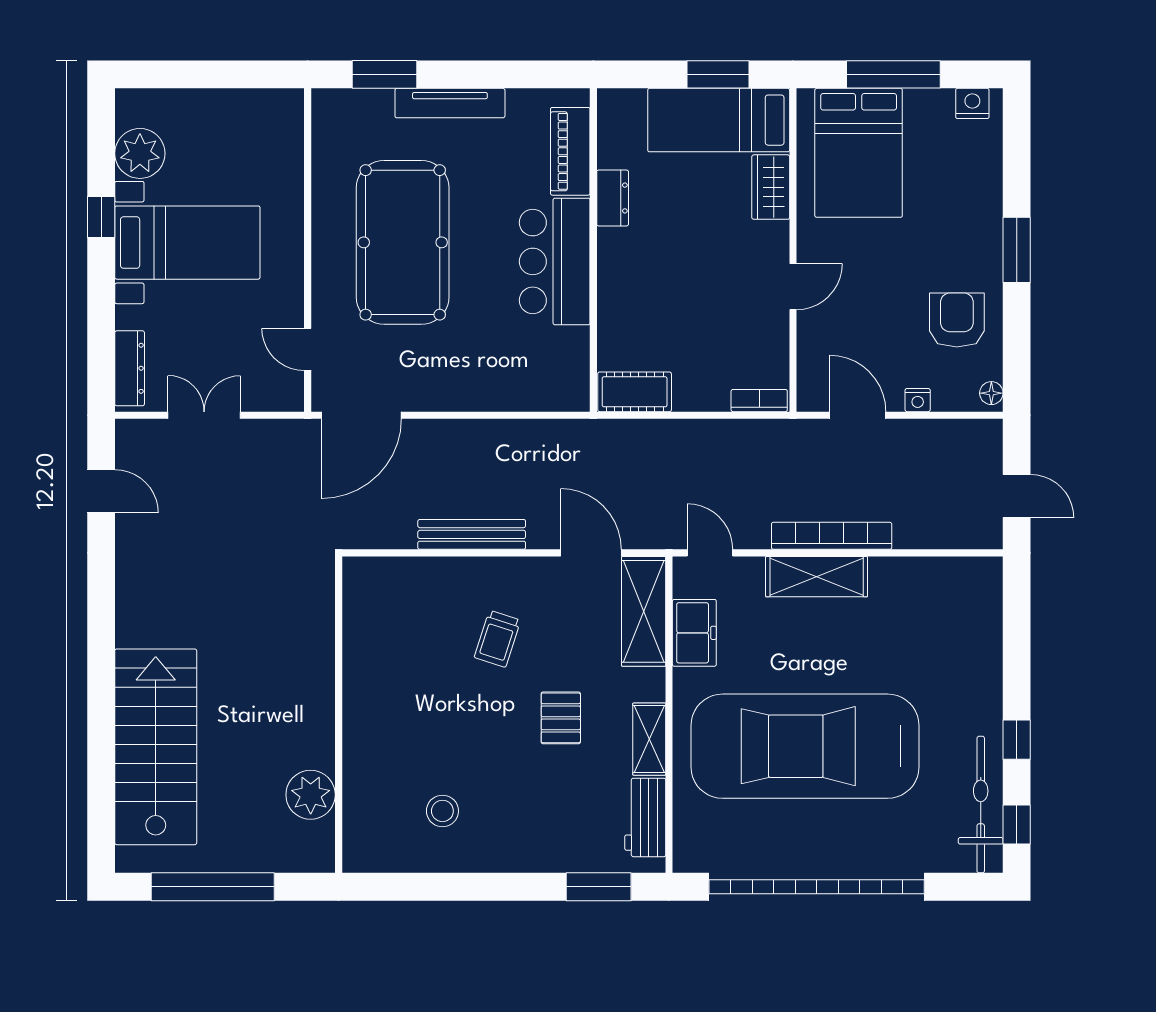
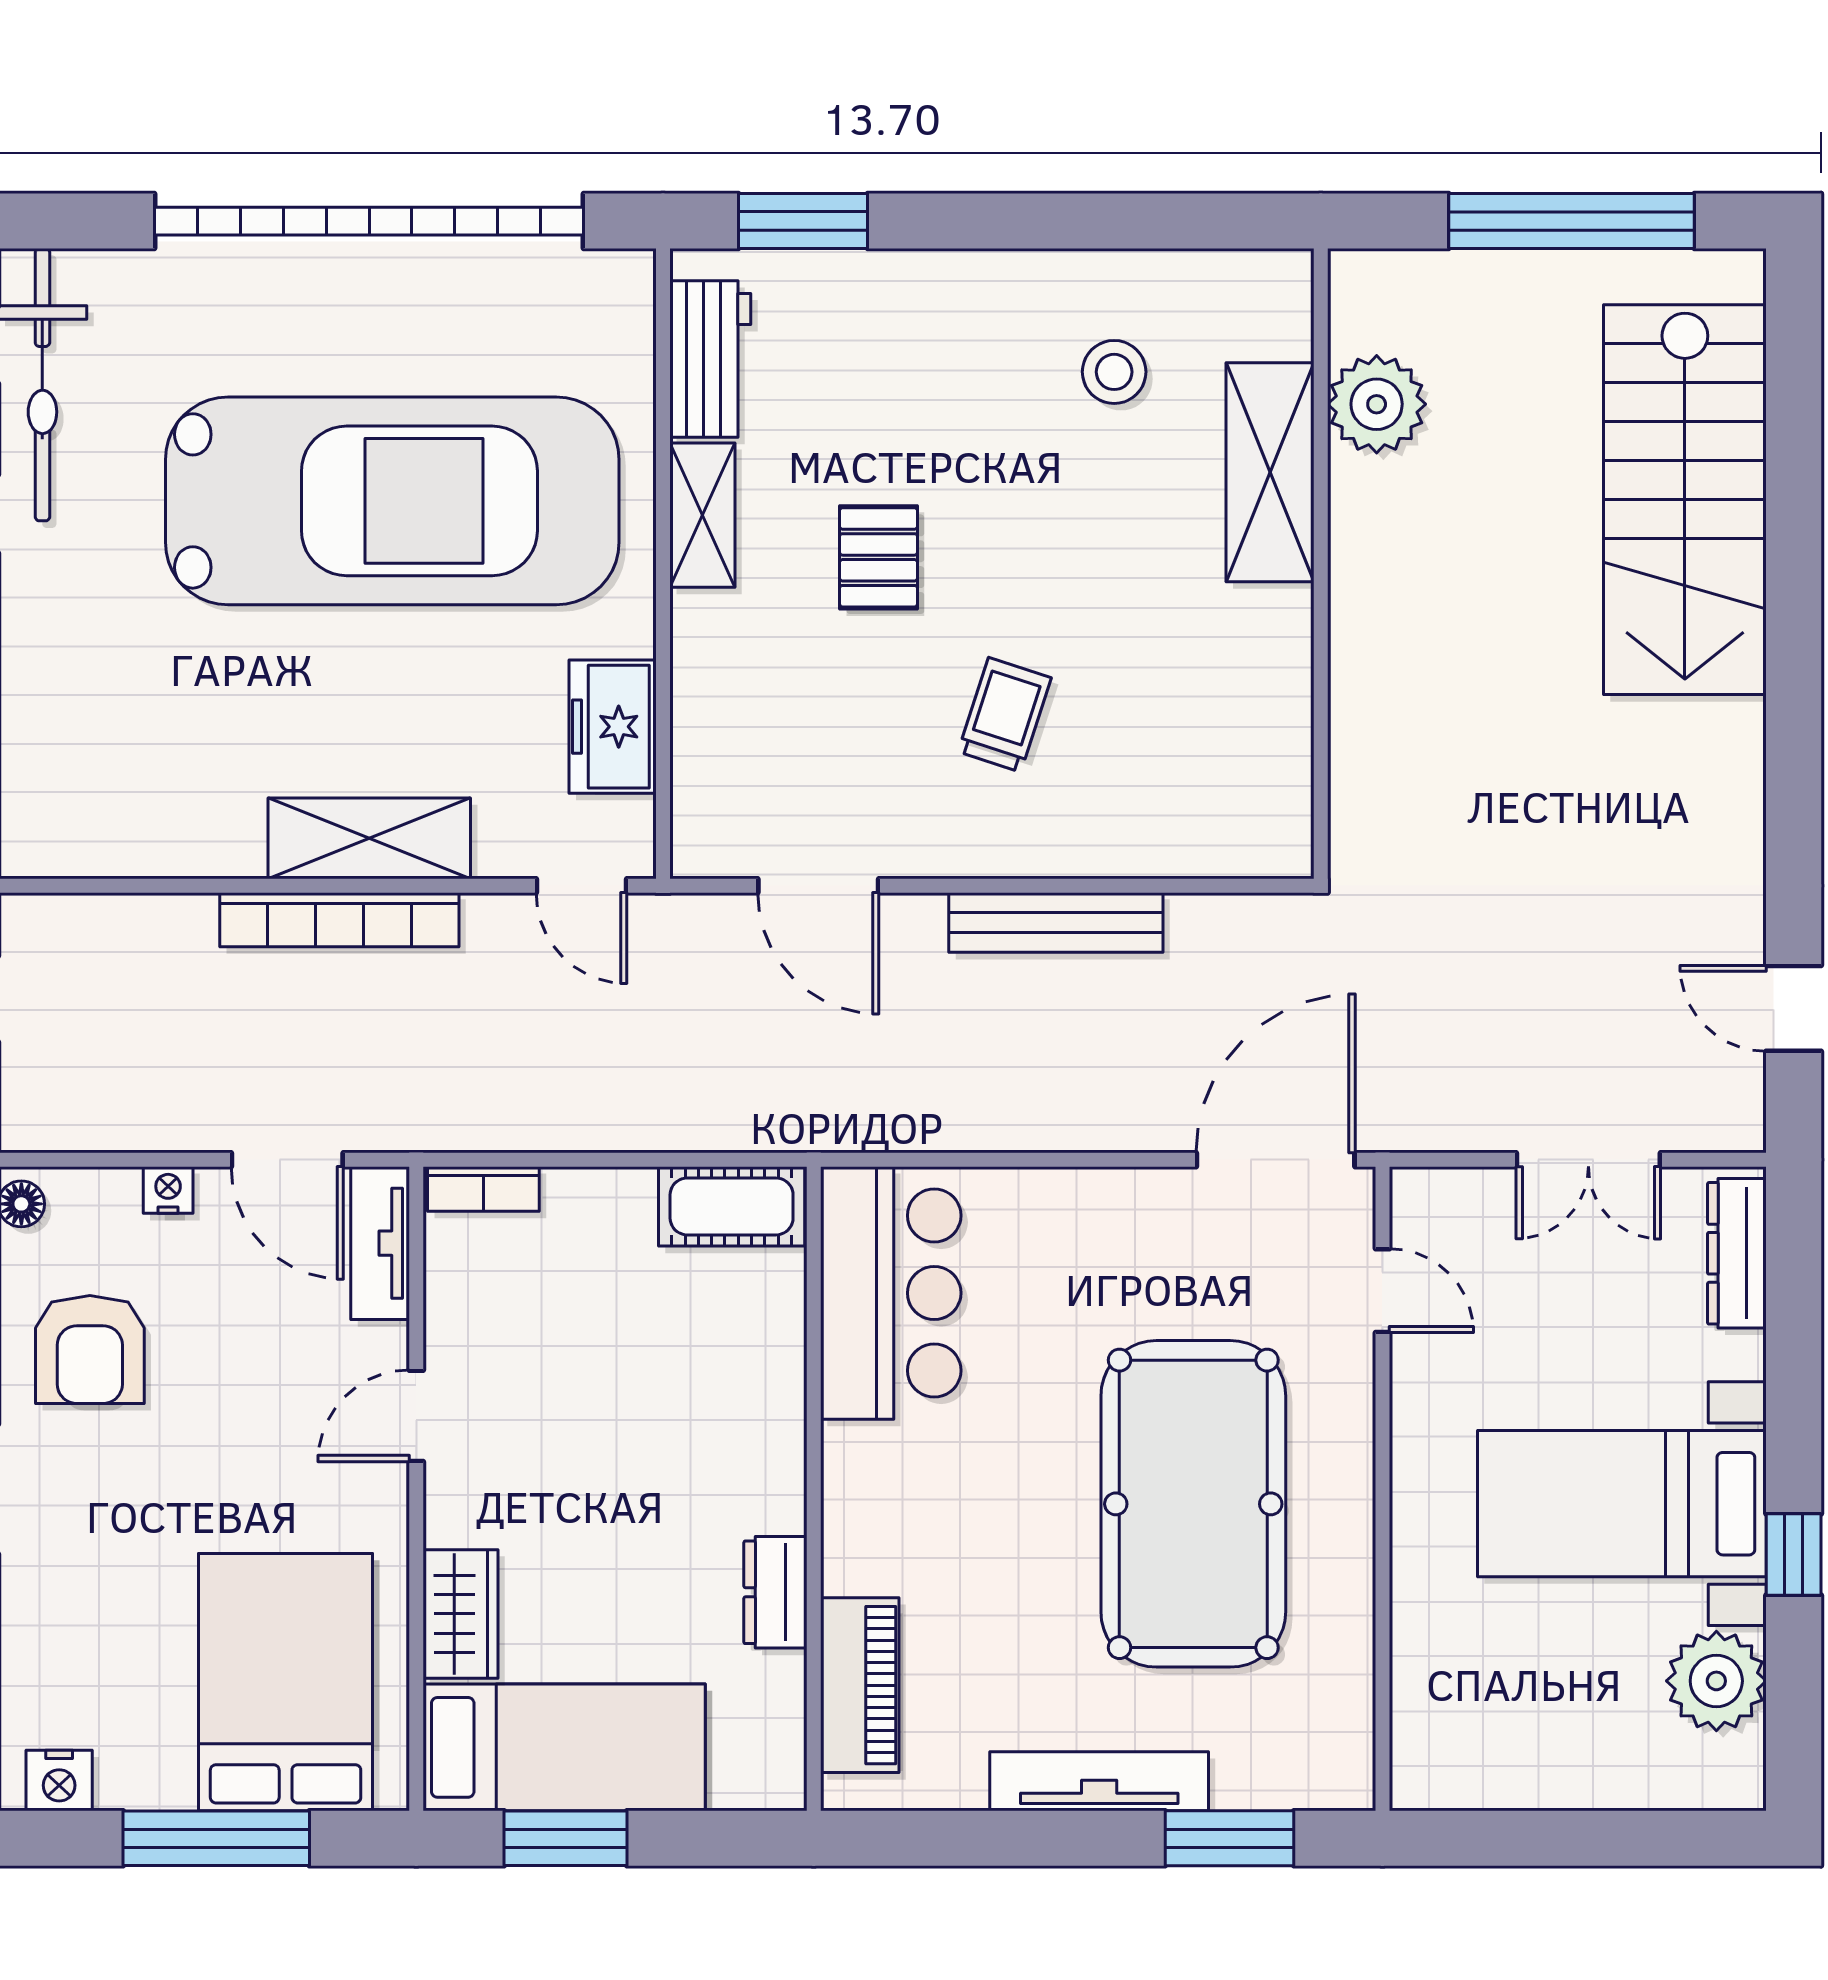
bar counter: (555, 261) -> (891, 1293), moved
tv unit: (811, 373) -> (380, 1243), added
shelving: (644, 611) -> (1270, 472), moved

